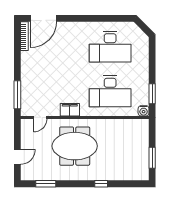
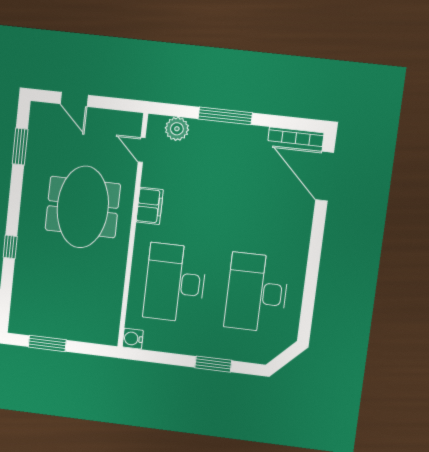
window: (152, 94) -> (213, 364), moved
window: (17, 95) -> (225, 116), moved
plant: (27, 100) -> (177, 129), added

